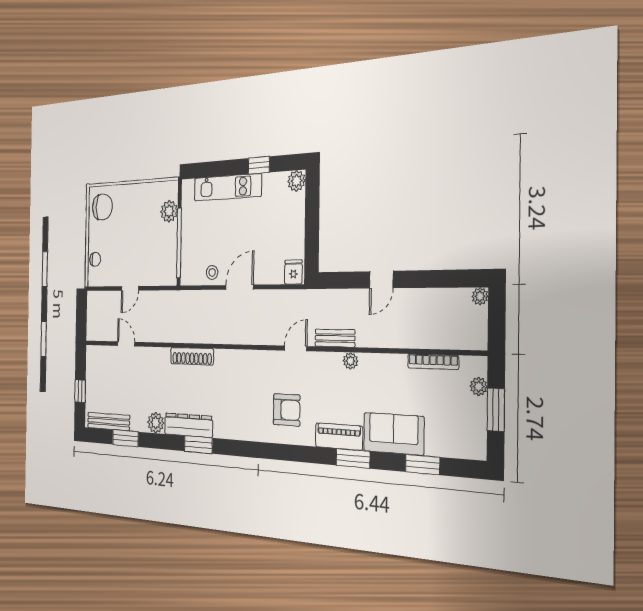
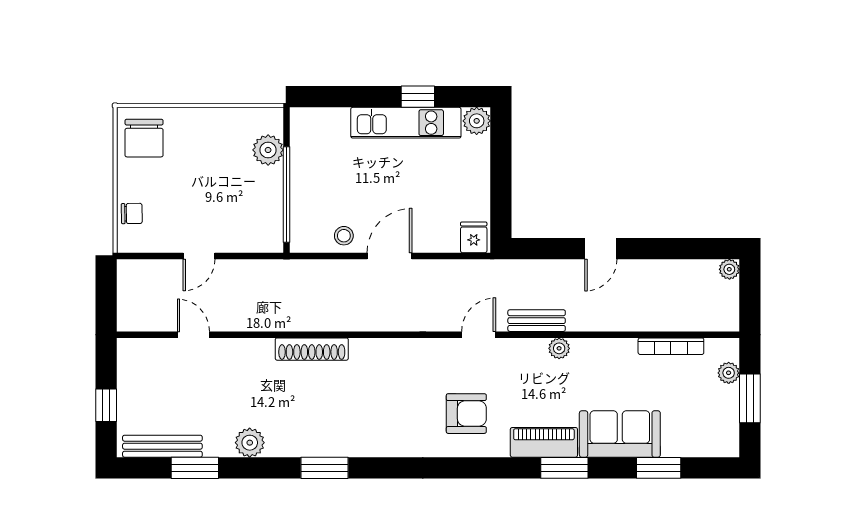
kitchen unit: (228, 187) -> (406, 123), moved
chair: (102, 207) -> (144, 138), turned 90
dresser: (188, 425) -> (307, 443), removed

